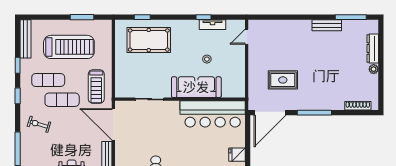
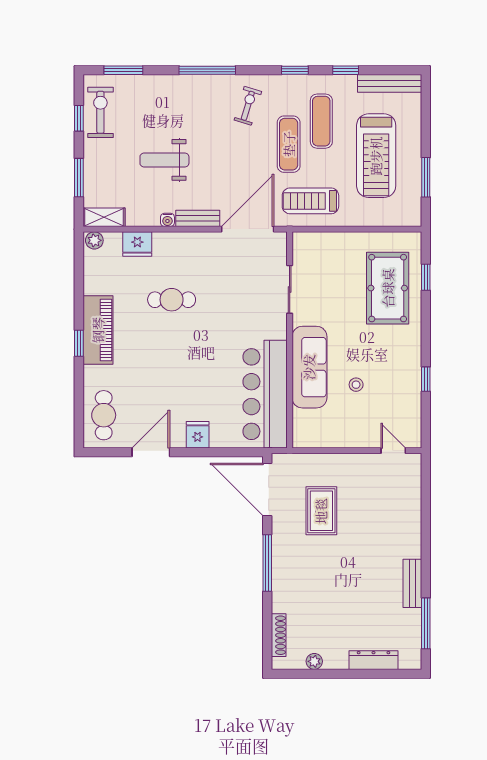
tv unit: (212, 25) -> (413, 394), removed
plant: (374, 69) -> (314, 661), moved

